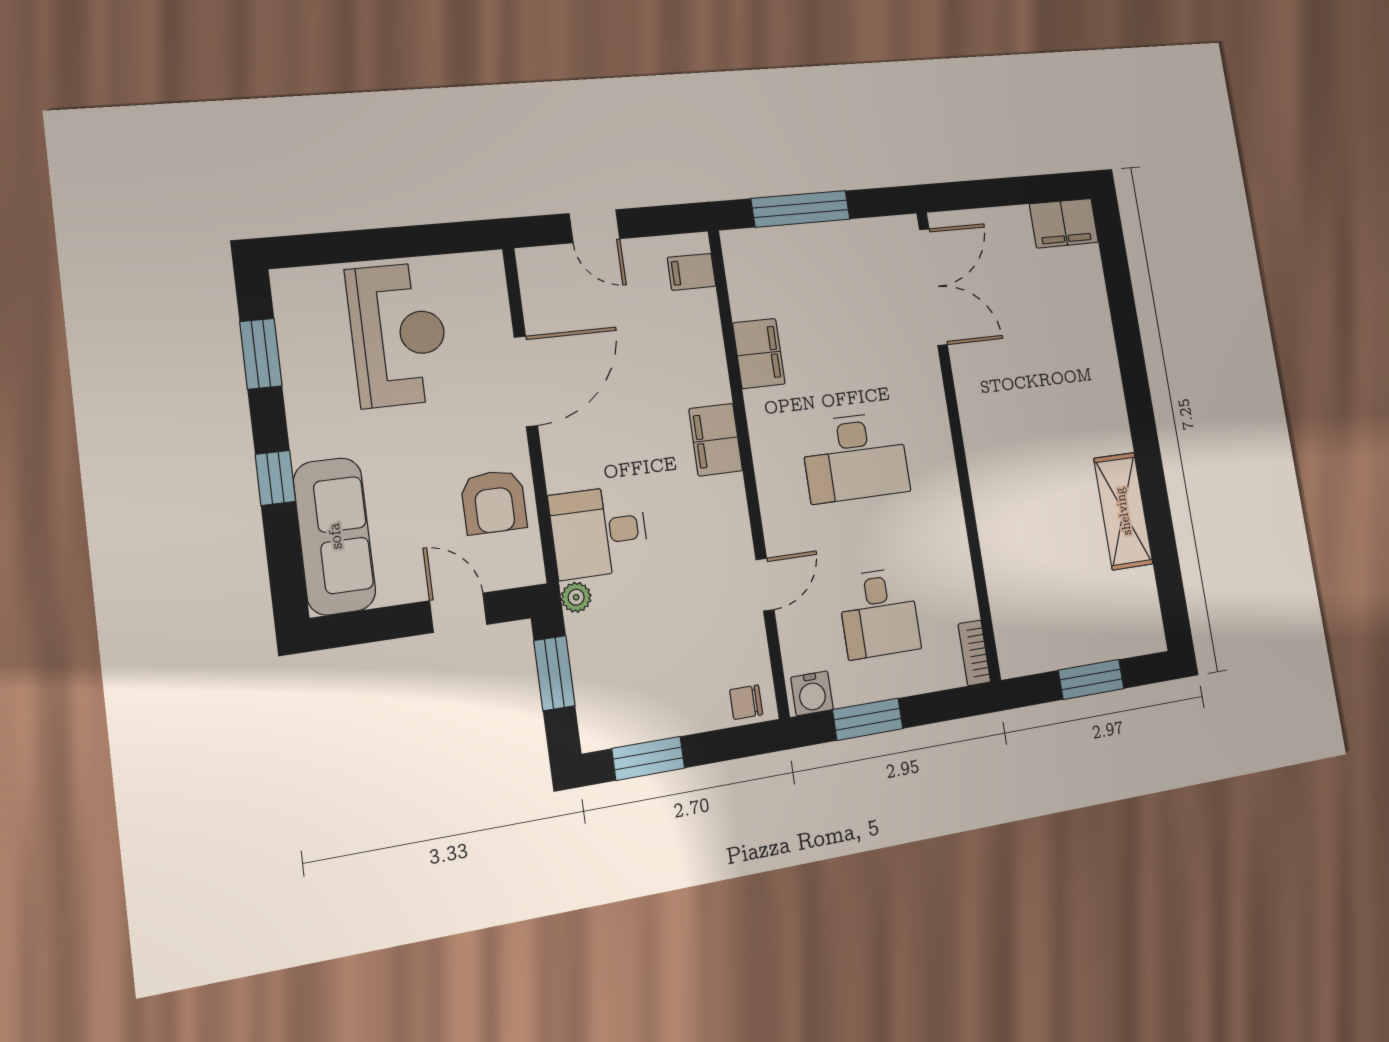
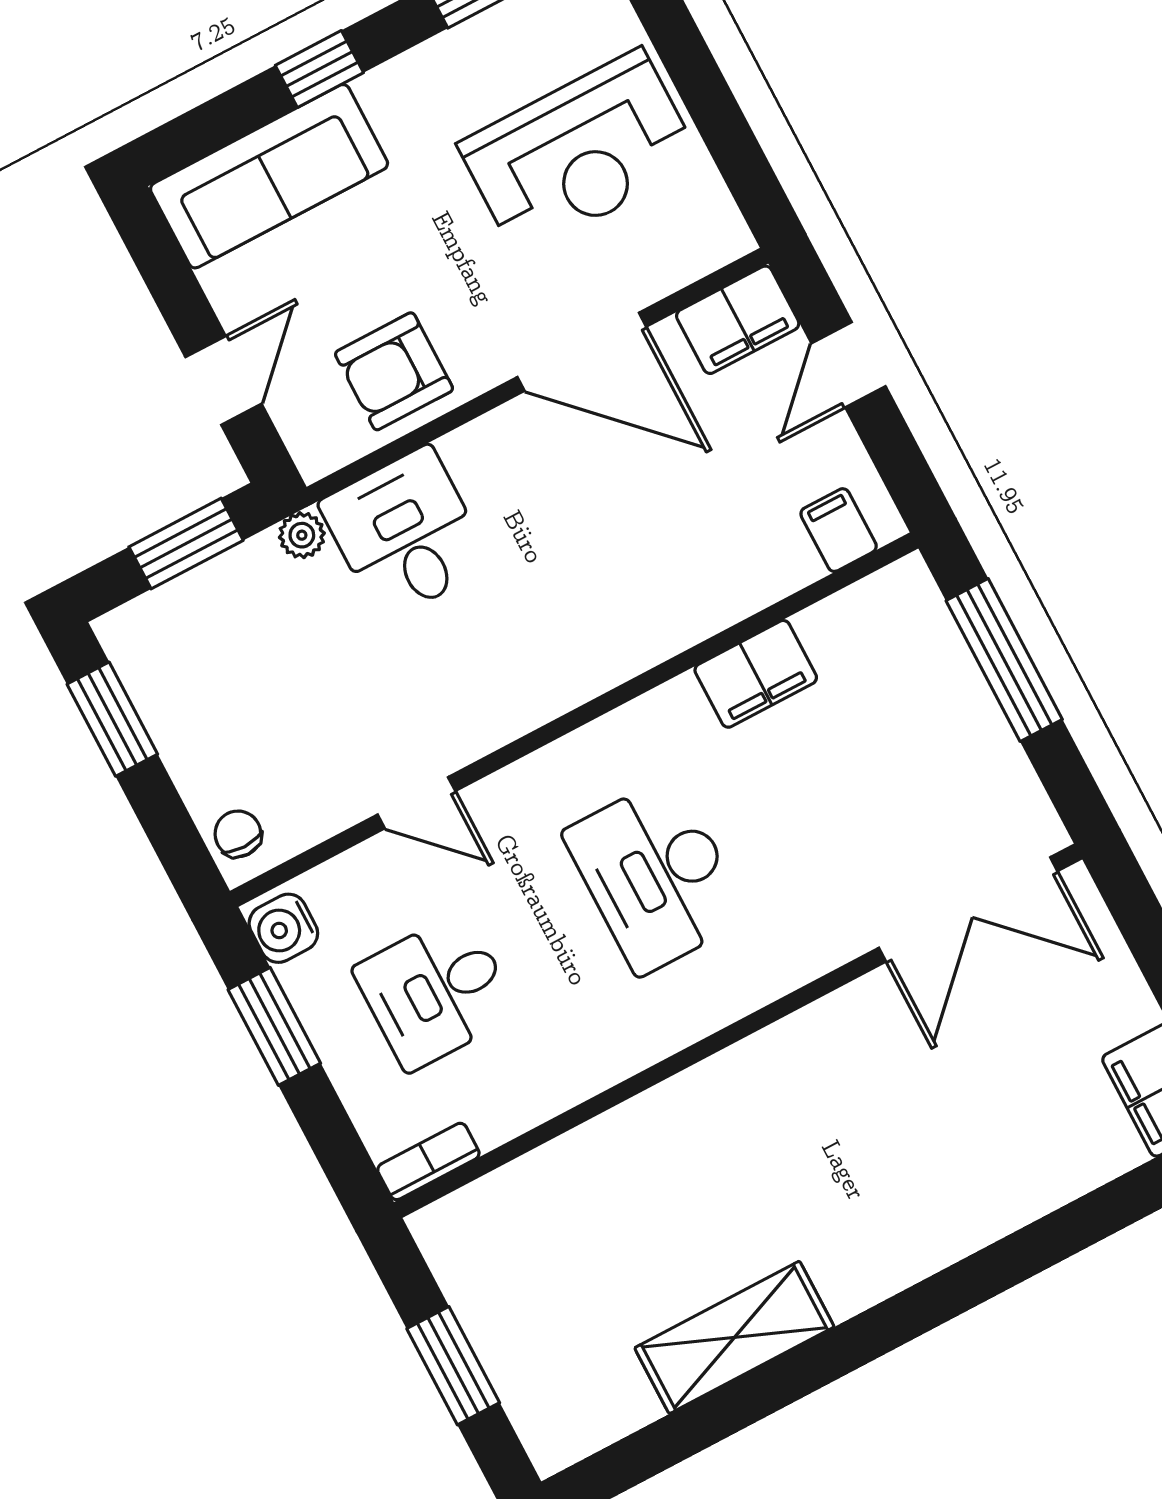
filing cabinet: (716, 440) -> (738, 320), moved, turned 180

